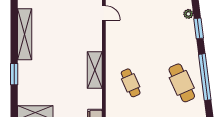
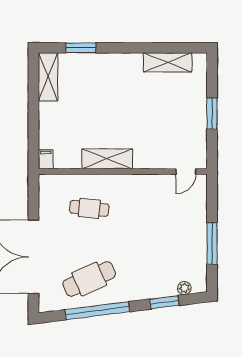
shelving: (25, 34) -> (168, 62), width x0.68
window: (14, 74) -> (81, 48), moved
cafe table: (131, 83) -> (89, 208), turned 30

